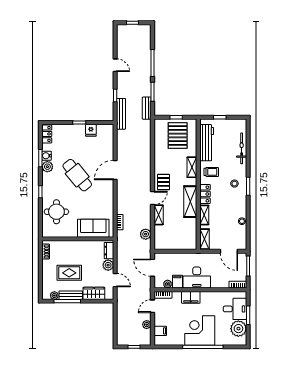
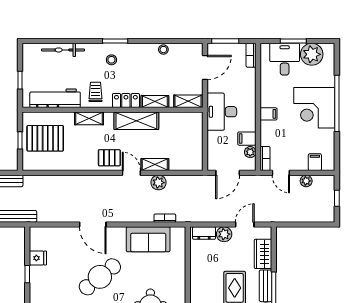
sofa: (93, 228) -> (148, 239), moved, turned -90
plant: (146, 234) -> (159, 183), moved
desk: (197, 278) -> (222, 112), moved, turned 180
filing cabinet: (191, 297) -> (269, 114), width x0.50

